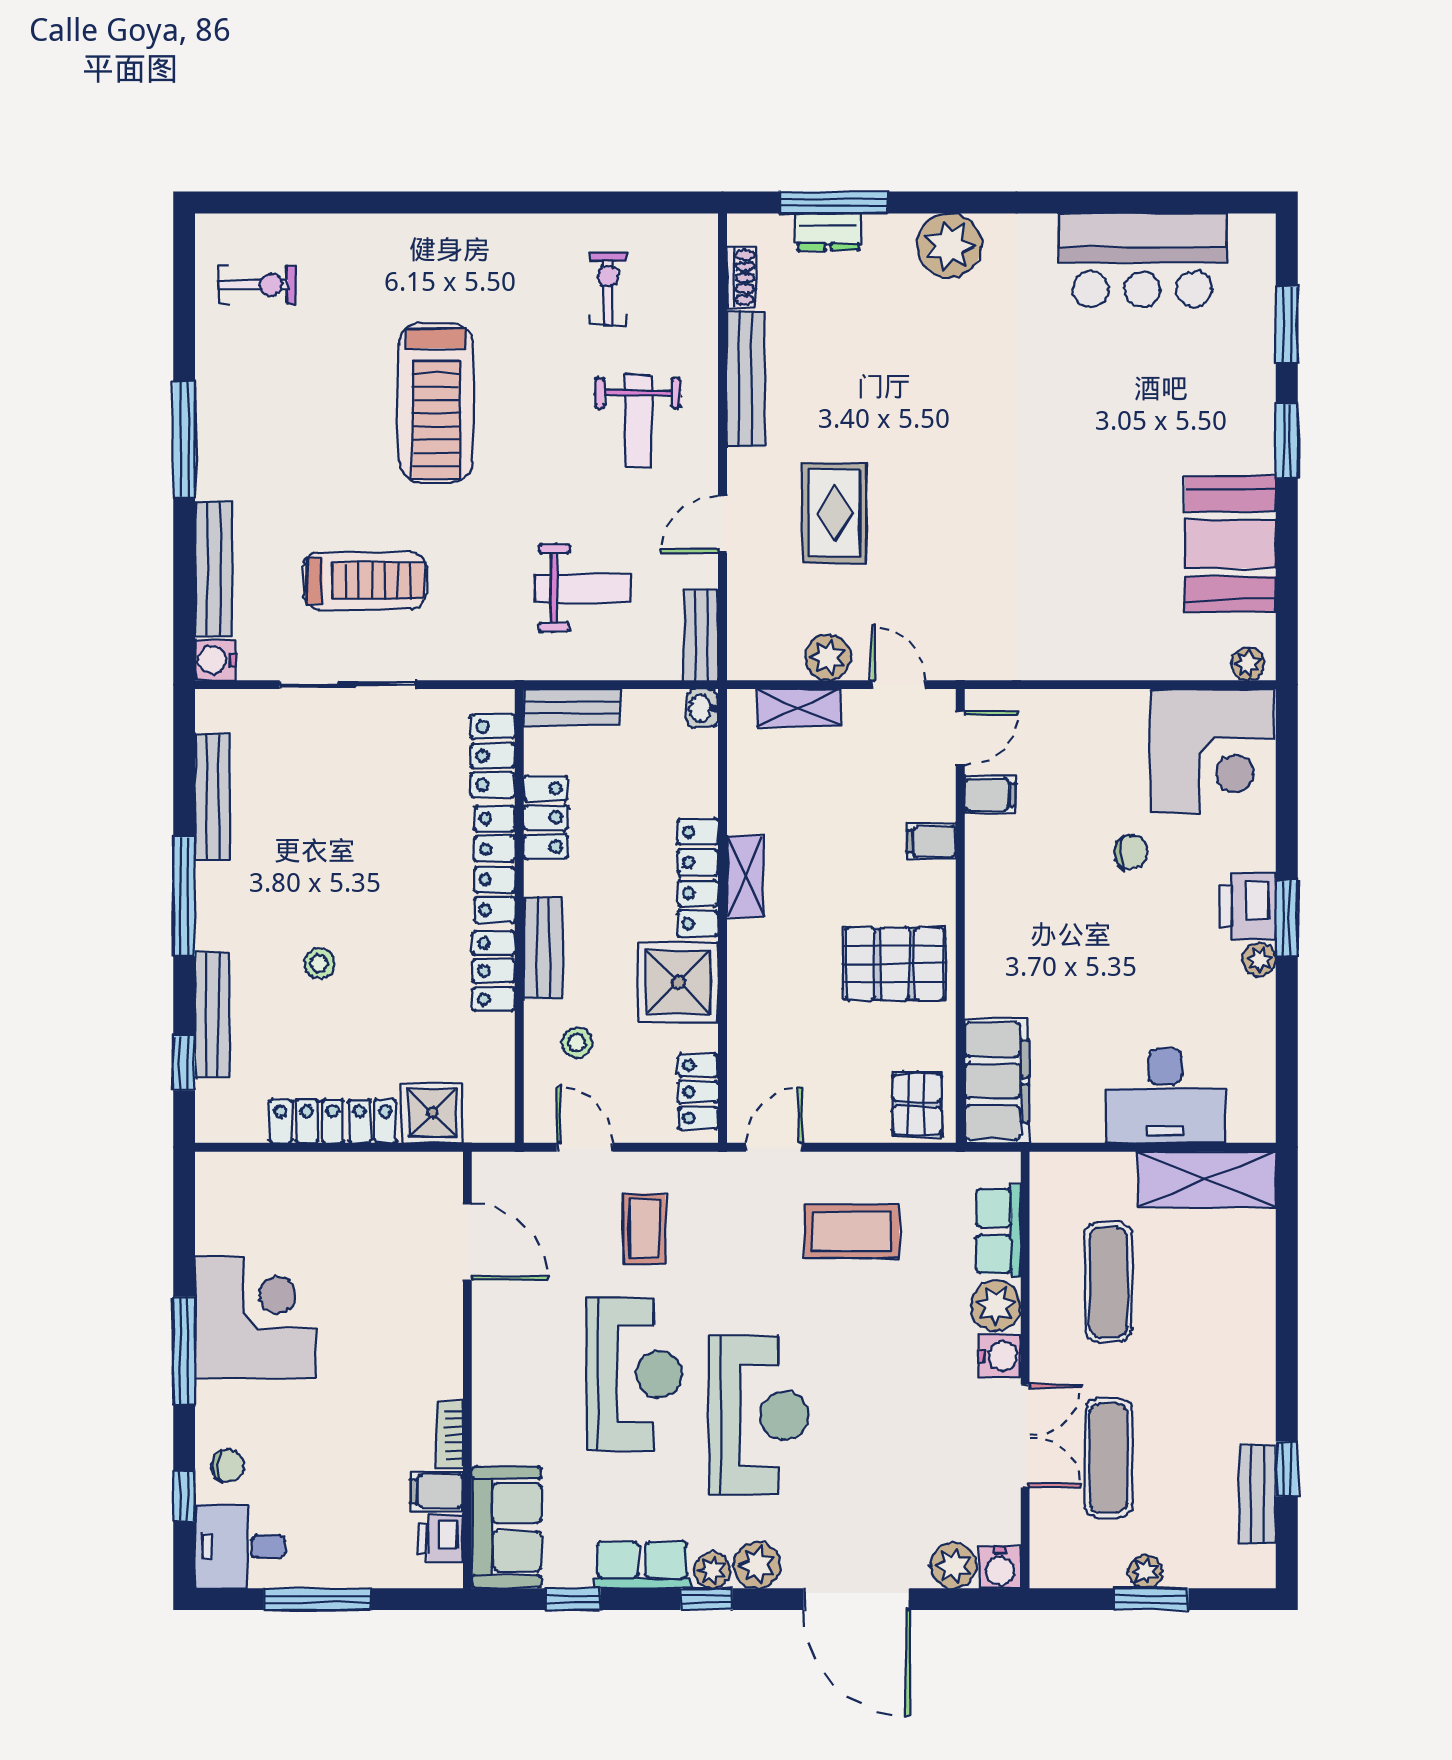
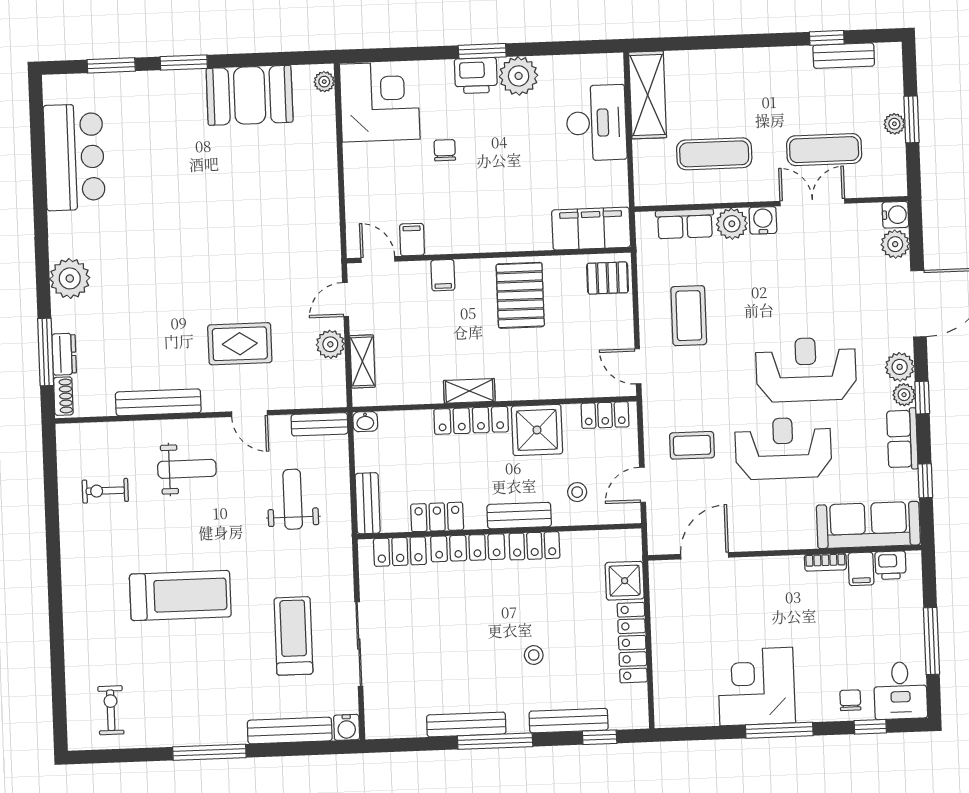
shoe rack: (742, 277) -> (63, 396), moved, turned 90
bench: (213, 797) -> (466, 724), moved
plant: (1259, 960) -> (519, 76), width x1.88, depth x1.88
sofa: (506, 1527) -> (868, 525), width x1.36

